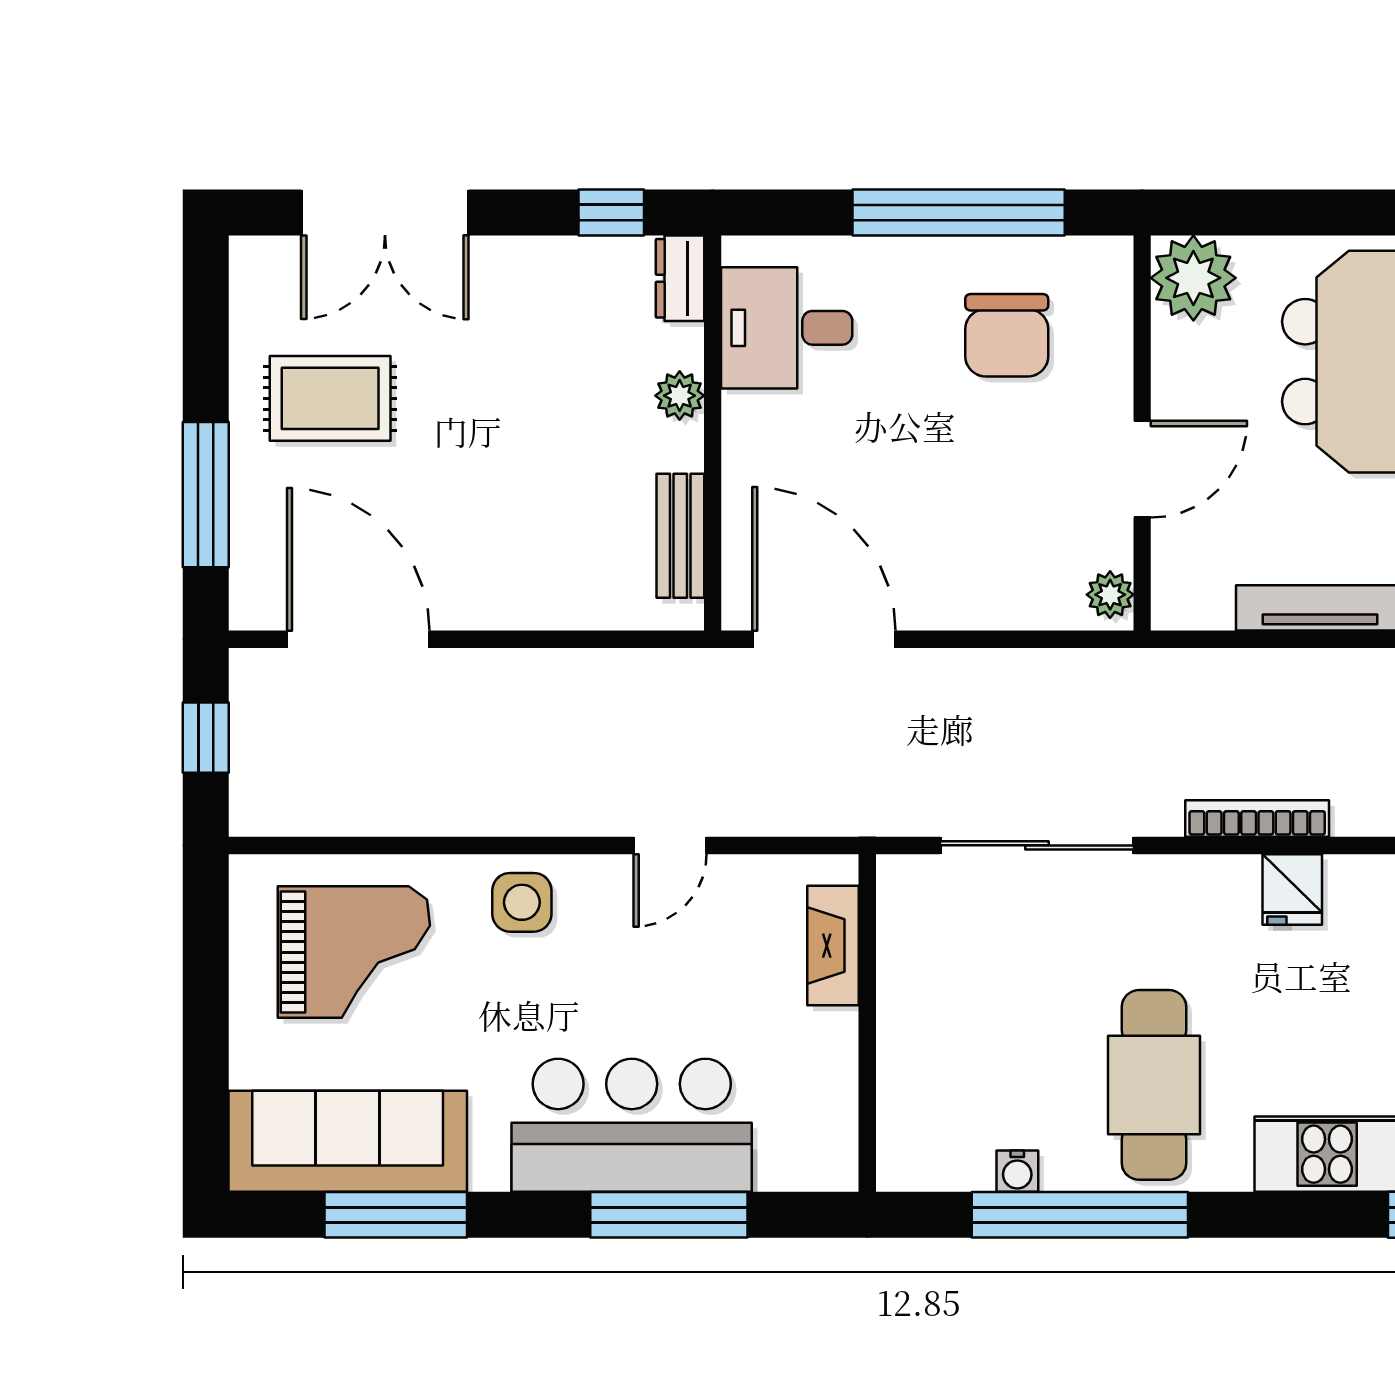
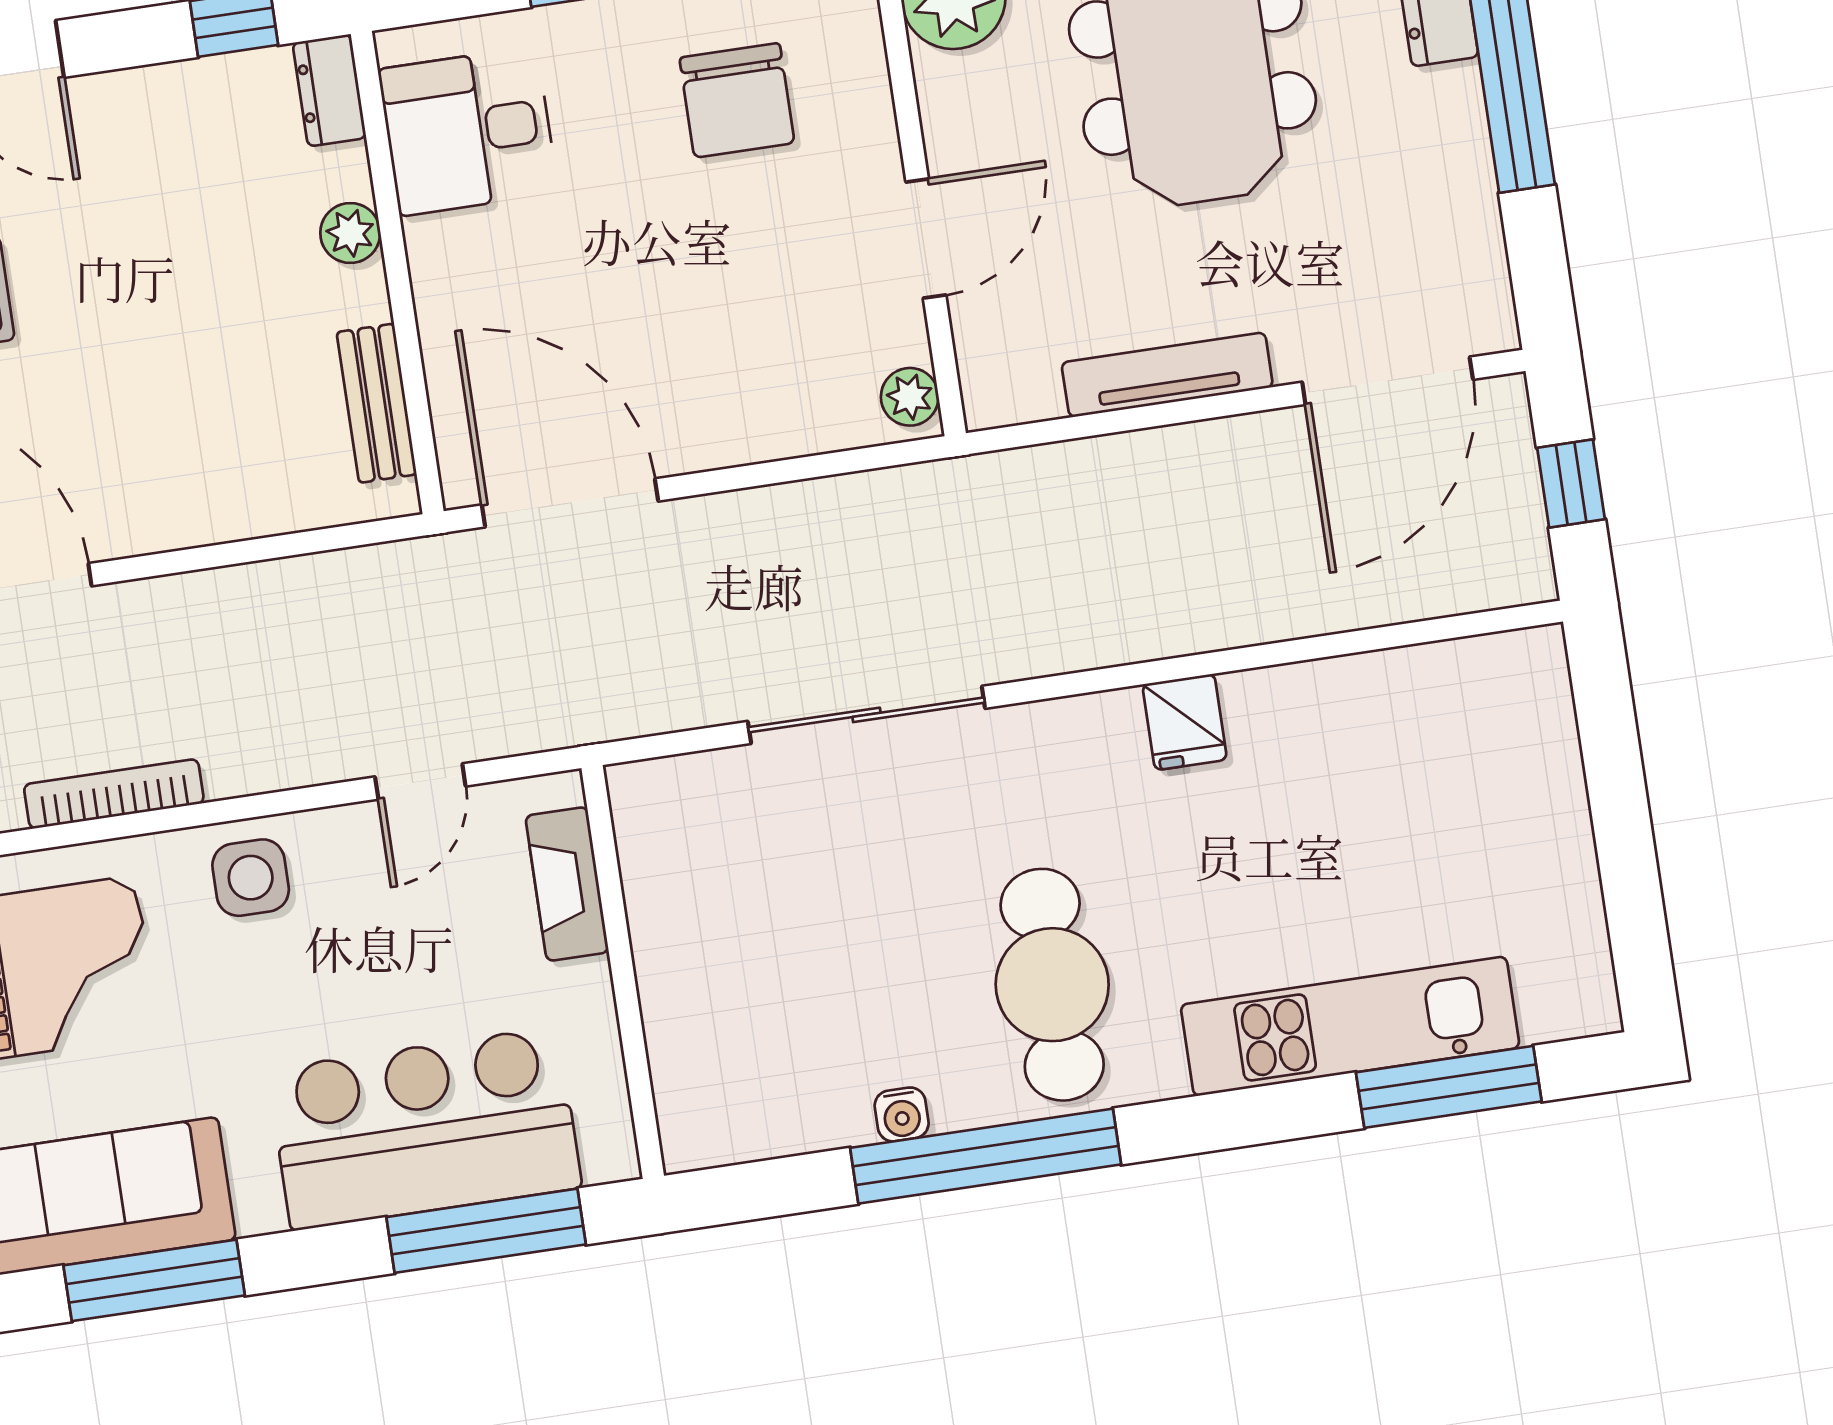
bookcase: (1257, 818) -> (114, 794), moved
fireplace: (833, 946) -> (567, 884), moved
wall: (867, 1023) -> (623, 972), moved

